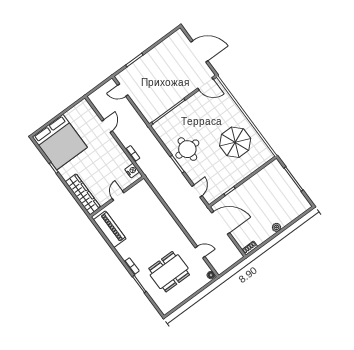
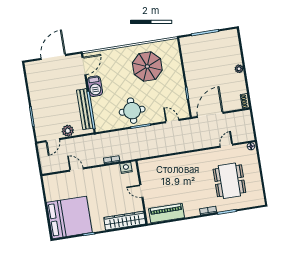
plant: (139, 100) -> (68, 131), added
barbecue: (192, 103) -> (95, 86), added
bench: (166, 105) -> (85, 109), added

